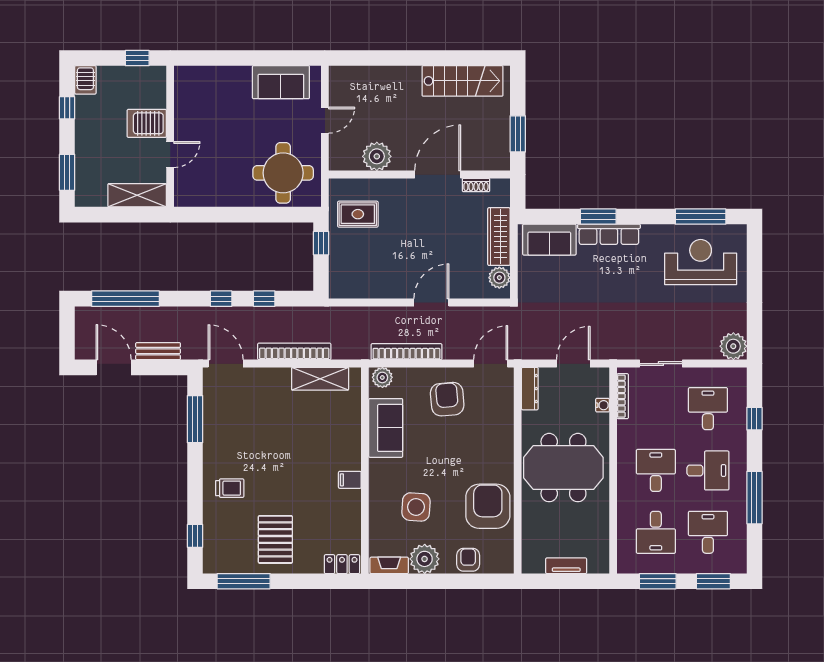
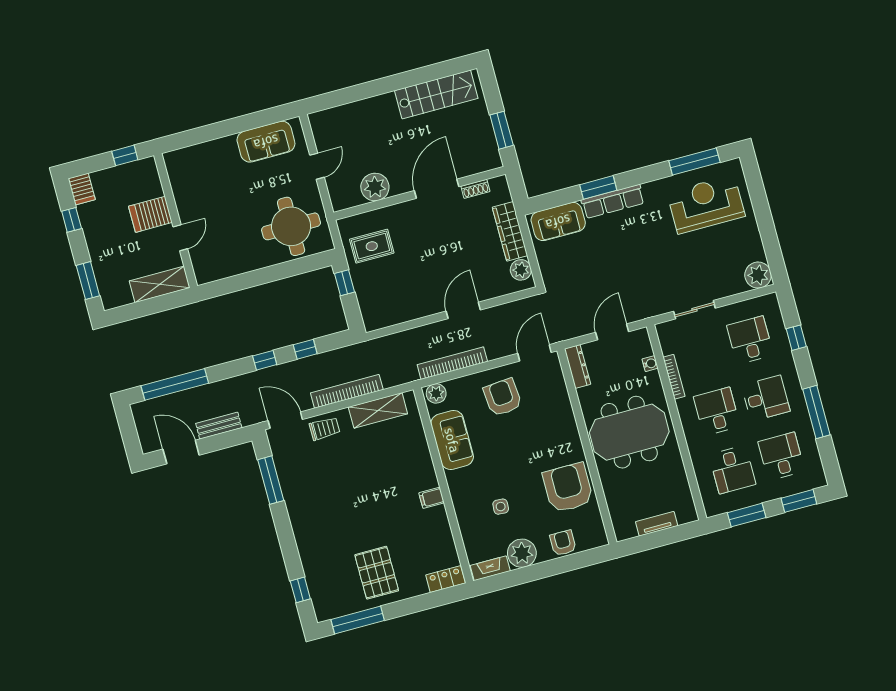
bookcase: (623, 396) -> (674, 377), moved
trolley: (230, 488) -> (325, 429), moved
side table: (416, 507) -> (501, 507), width x0.54, depth x0.54

